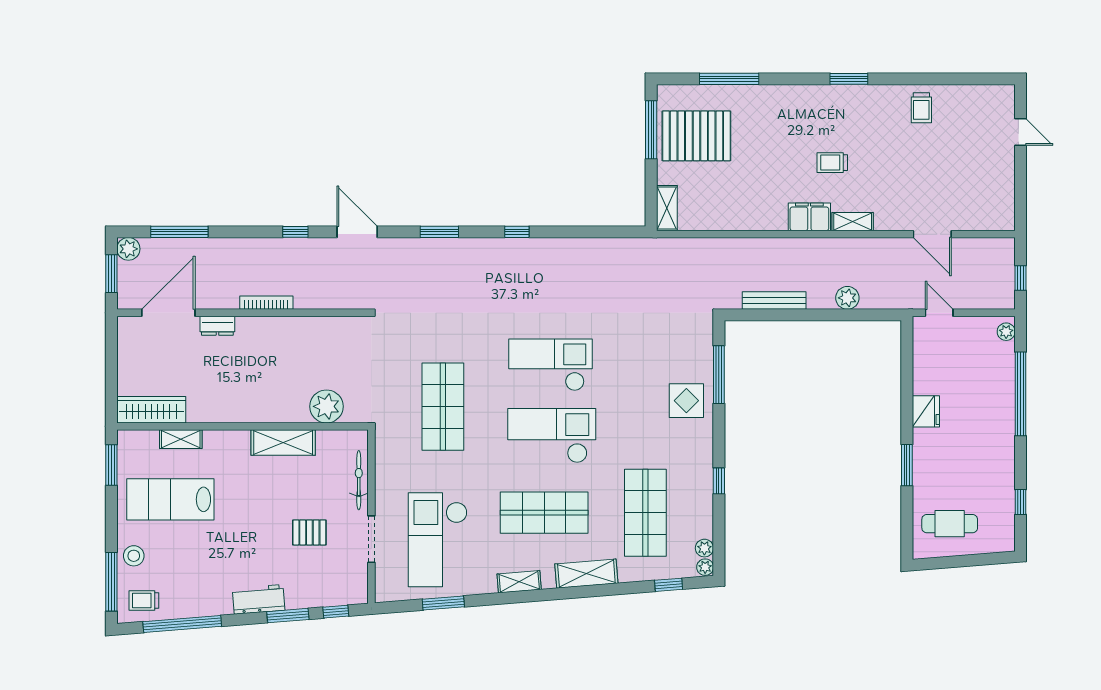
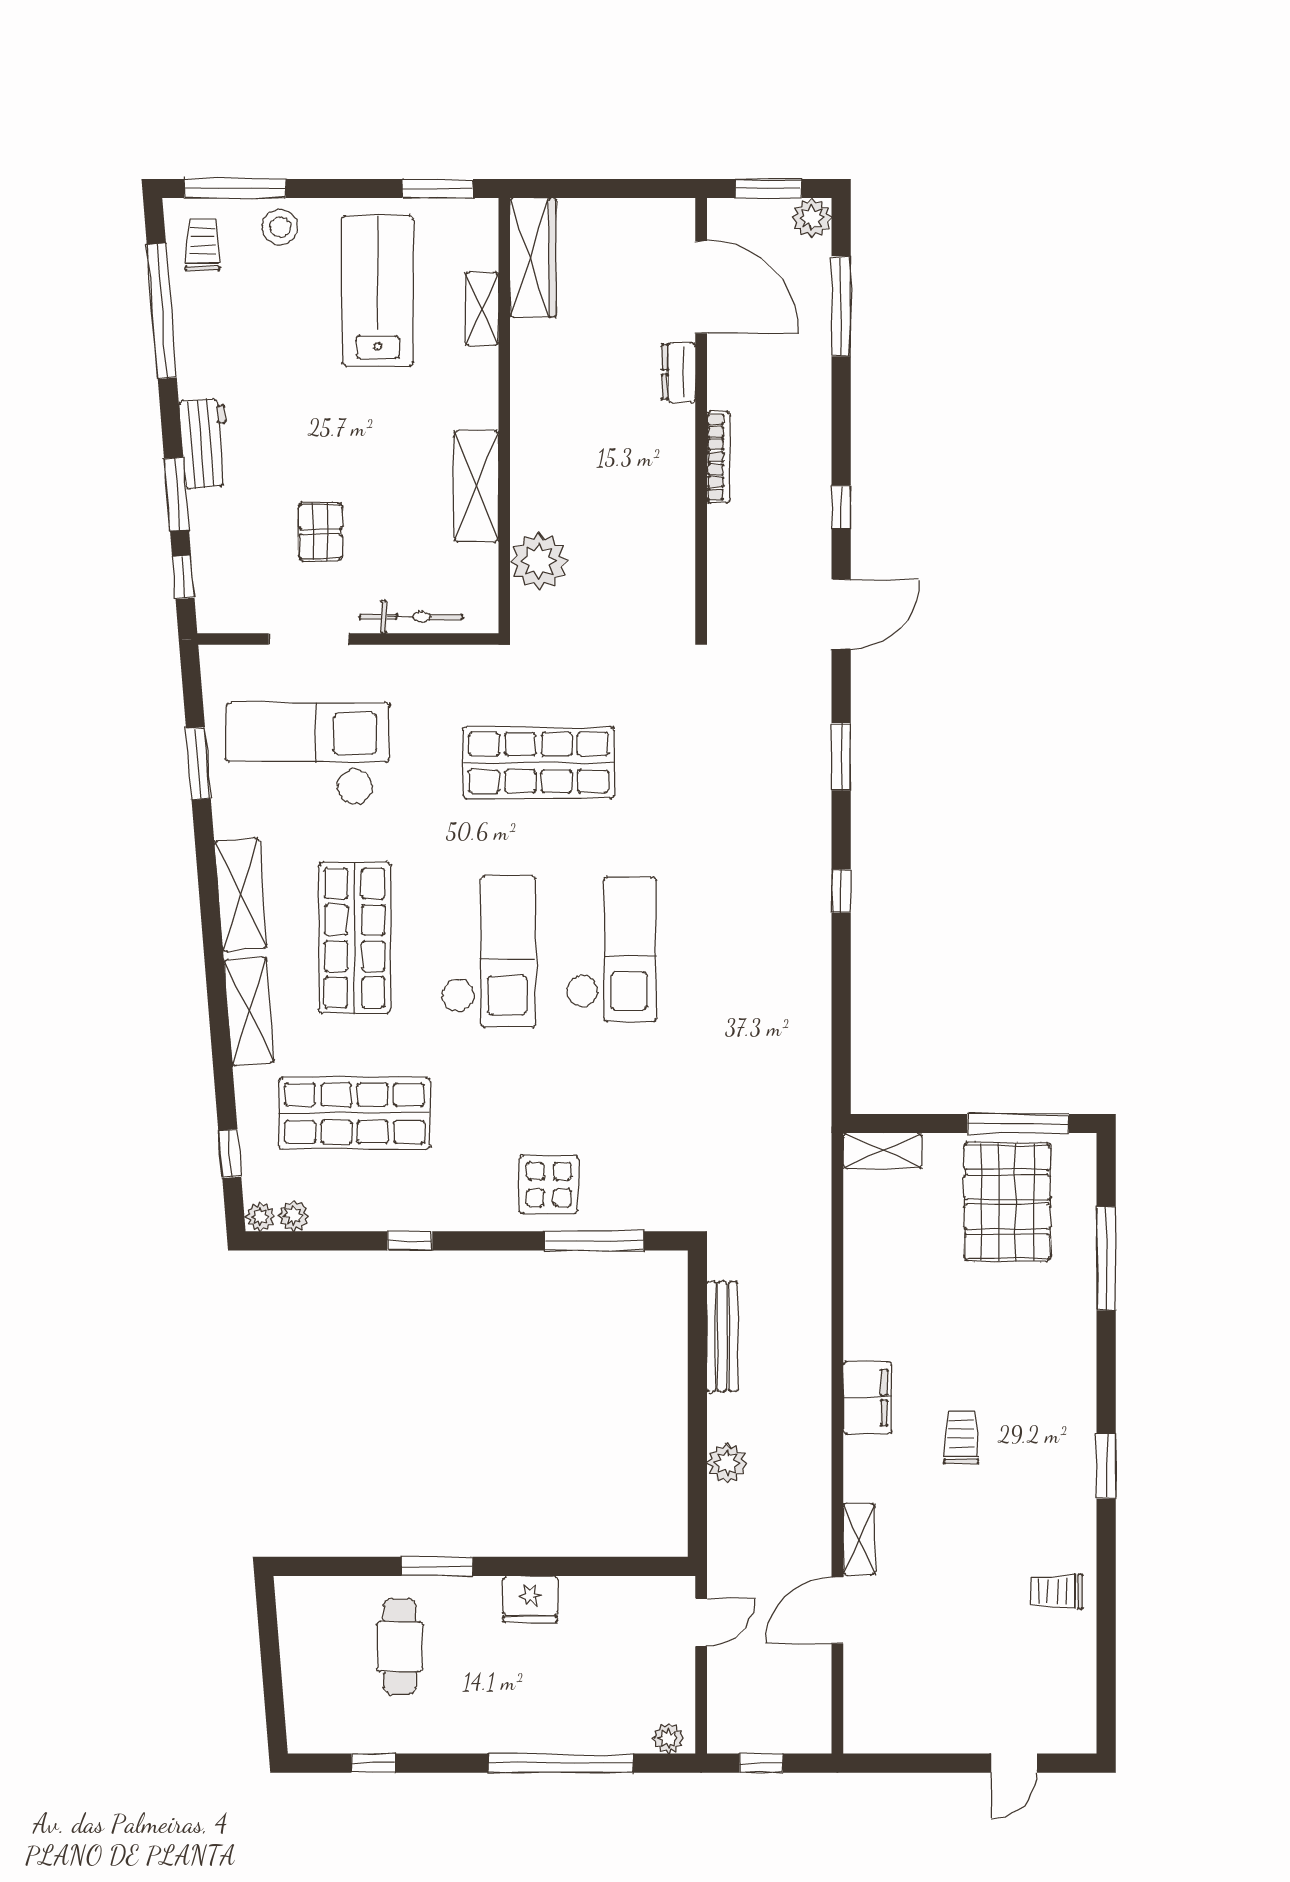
shelving: (853, 222) -> (859, 1539), moved
cafe table: (950, 524) -> (400, 1647), moved
shelving: (519, 582) -> (241, 894), width x1.50, depth x1.33

